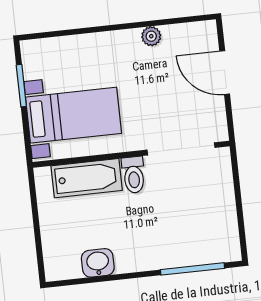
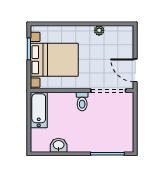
door: (225, 73) -> (135, 70), moved
bed with nightstands: (74, 115) -> (54, 60), width x1.36
bathtub: (87, 178) -> (39, 110), moved, turned -90

